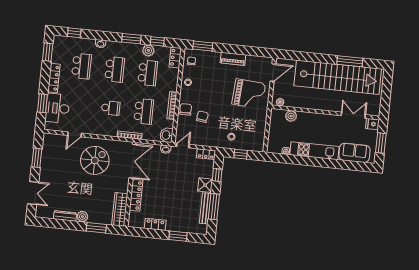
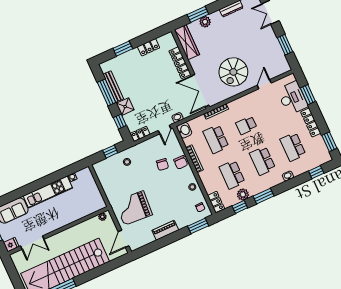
plant: (291, 116) -> (86, 210), removed
plant: (82, 217) -> (205, 22), moved

